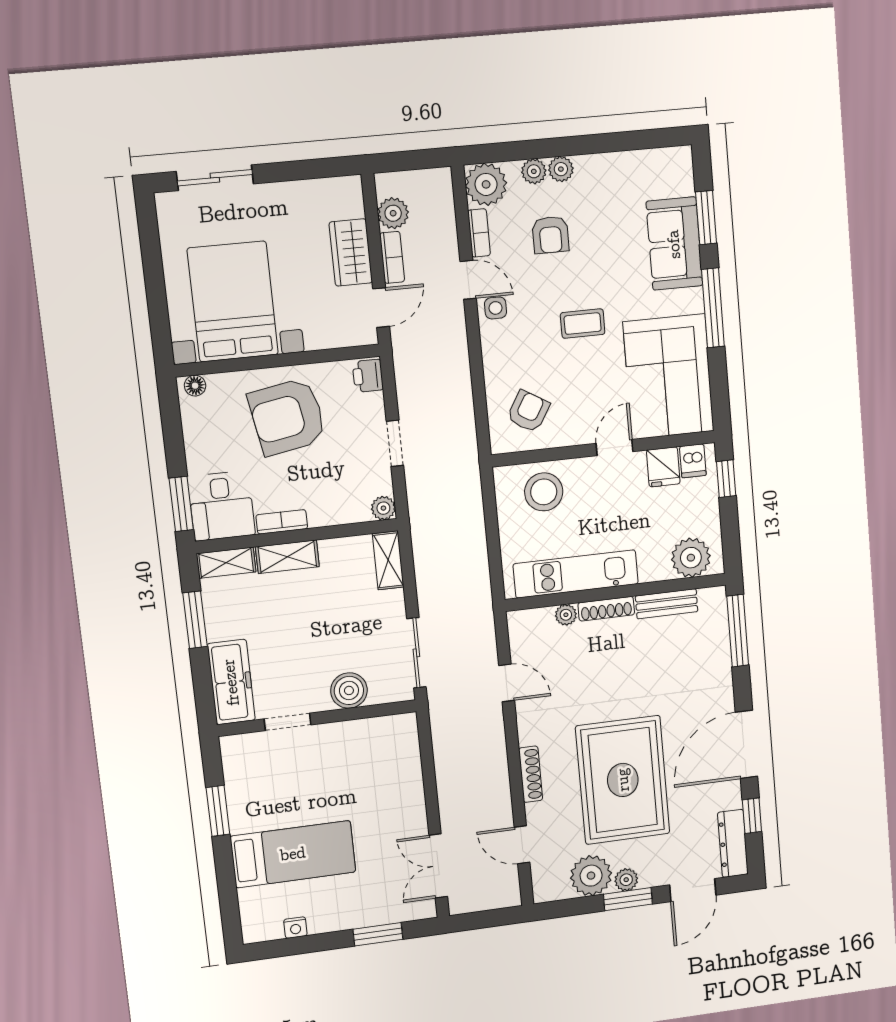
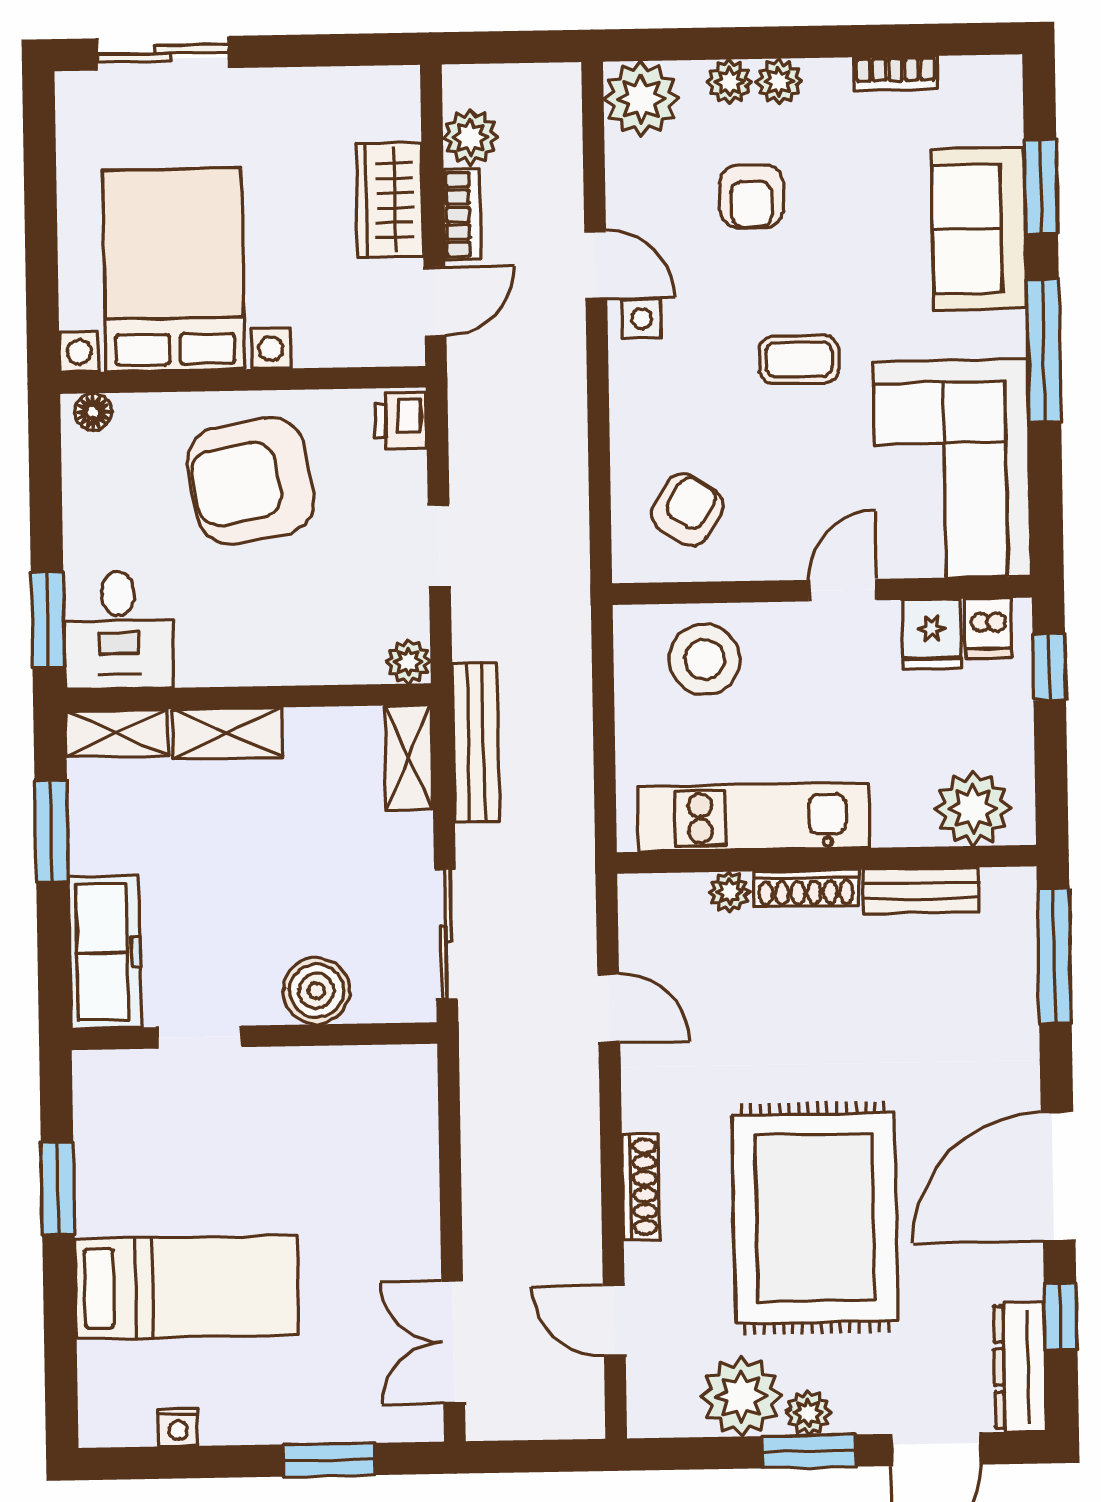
bookcase: (479, 233) -> (896, 73), moved, turned 90
bookcase: (282, 522) -> (223, 669), removed
bench: (424, 548) -> (476, 742), added

